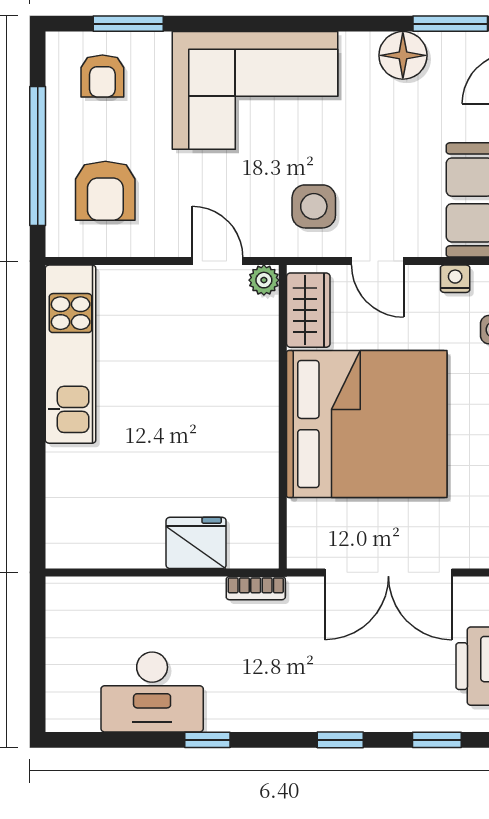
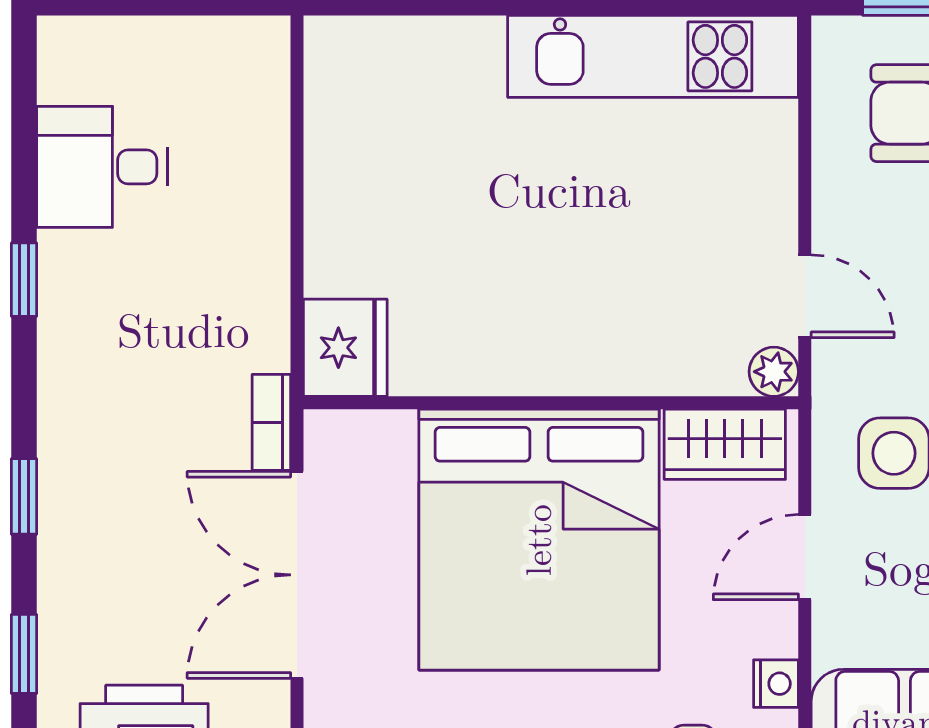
door: (218, 261) -> (805, 296), hinge flipped
fridge: (196, 543) -> (345, 348), moved
bookcase: (256, 588) -> (271, 422), moved
desk: (152, 692) -> (102, 167), width x0.73

